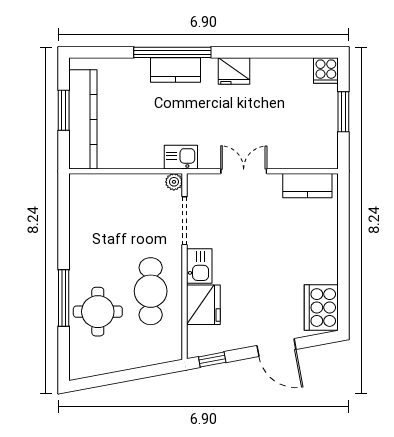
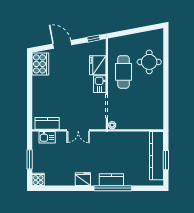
kitchen sink: (181, 157) -> (47, 137), moved
window: (64, 298) -> (166, 69), removed

